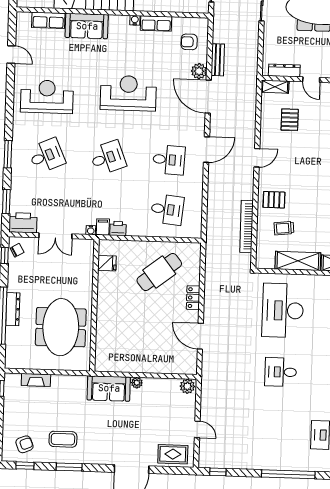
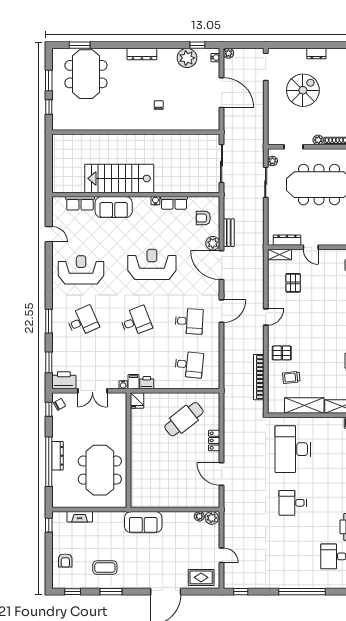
fridge: (107, 263) -> (137, 400), moved, turned 90
plant: (137, 383) -> (199, 516), moved
armchair: (24, 444) -> (65, 561), moved, turned 112

